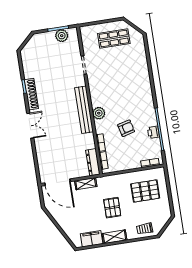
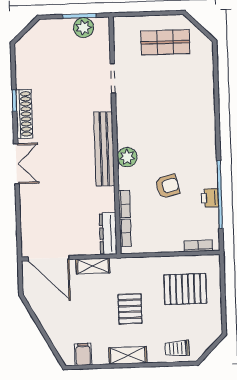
filing cabinet: (92, 239) -> (83, 354), width x0.50

